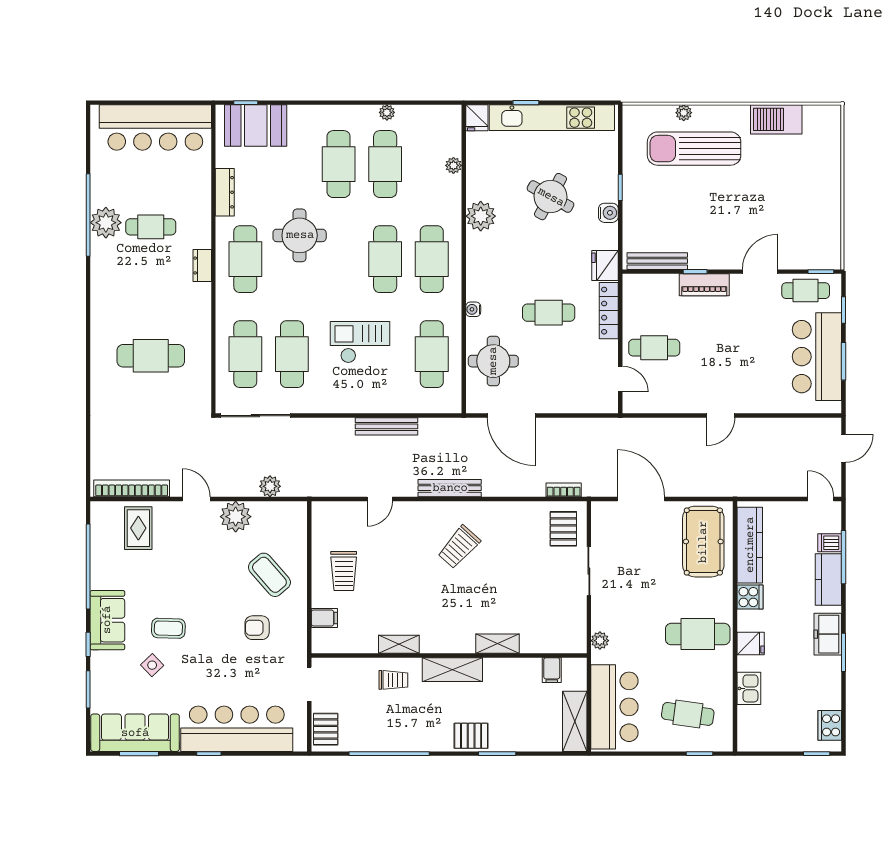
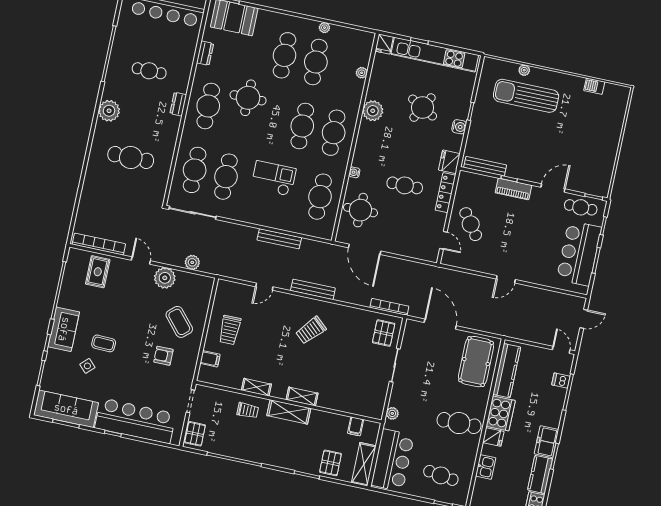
barbecue: (776, 119) -> (594, 86), width x0.53, depth x0.65
dresser: (225, 192) -> (205, 53), width x0.70
plant: (106, 223) -> (109, 111), moved
cafe table: (654, 348) -> (471, 224), turned 54
bookcase: (564, 490) -> (389, 307), width x1.56
kitchen counter: (828, 579) -> (540, 474), moved
cooker: (750, 597) -> (501, 413), width x1.87, depth x1.31
shelving: (497, 644) -> (302, 396), moved
pallet: (471, 736) -> (331, 463), moved, turned 90

